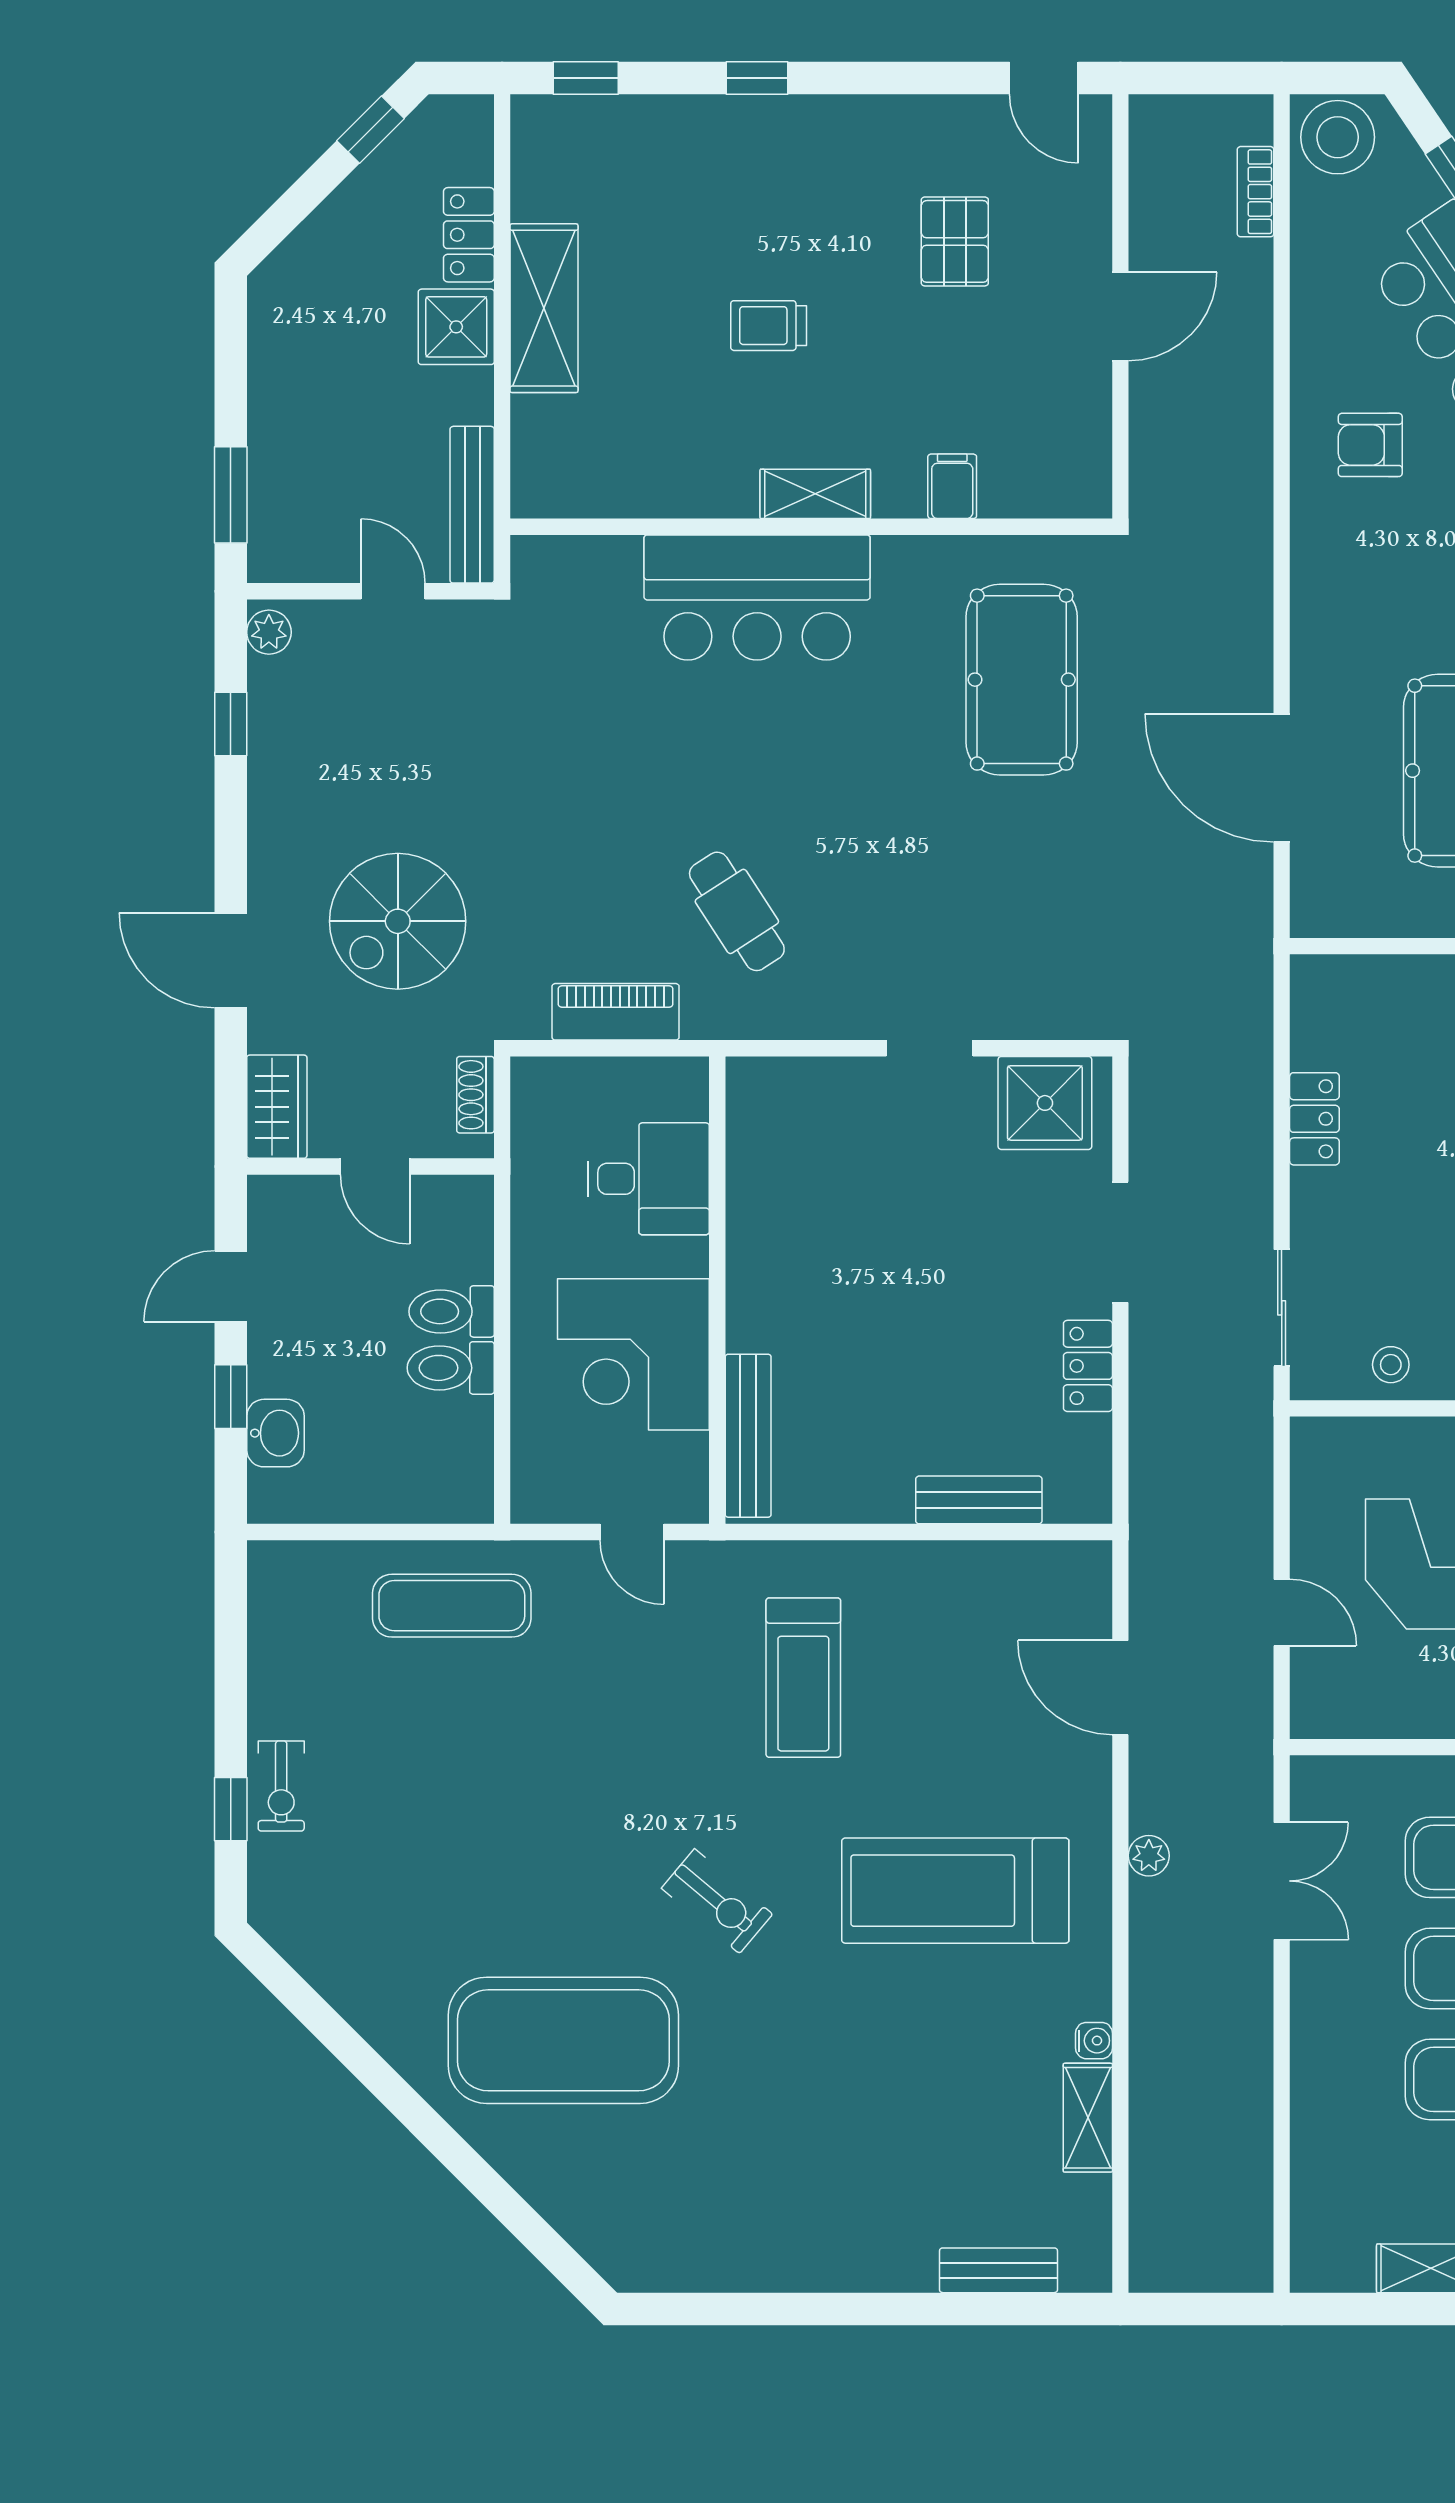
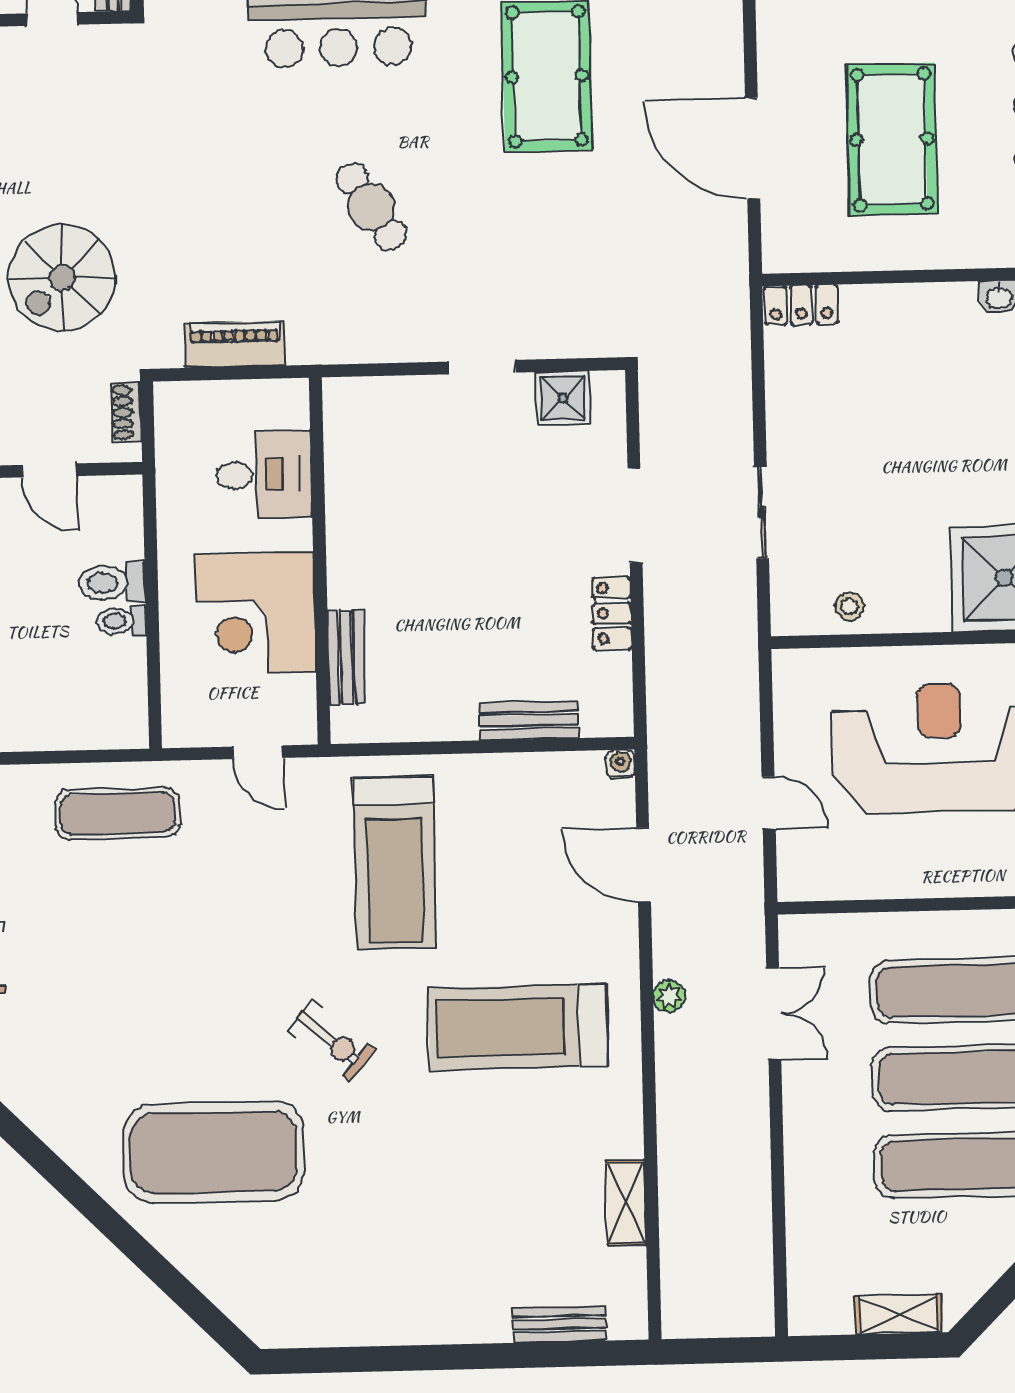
cafe table: (737, 911) -> (371, 207), moved
shower: (1045, 1103) -> (563, 398), width x0.73, depth x0.73
locker: (1314, 1119) -> (801, 305), moved, turned 90
sliding door: (1282, 1308) -> (761, 512), moved
toilet: (451, 1368) -> (122, 621), width x0.73, depth x0.72
bench: (748, 1436) -> (346, 657), width x0.73
treadmill: (803, 1678) -> (395, 863), width x1.37, depth x1.37
water cooler: (1094, 2041) -> (620, 764), moved, turned -90

